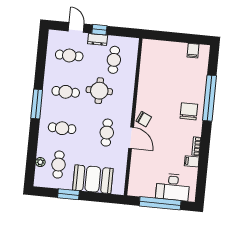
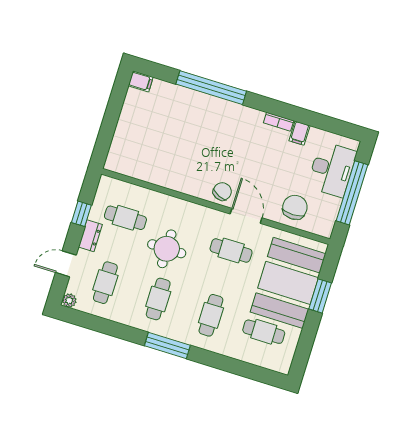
window: (99, 30) -> (81, 214), moved
filing cabinet: (193, 51) -> (141, 81), moved
chair: (189, 111) -> (295, 207), moved, turned 90
door: (131, 138) -> (246, 216), hinge flipped
plant: (40, 162) -> (69, 300), moved
booth: (93, 179) -> (288, 283), width x1.36, depth x1.42
window: (68, 194) -> (320, 296), moved

